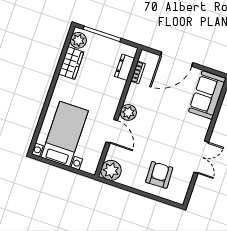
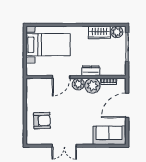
door: (177, 59) -> (127, 105), hinge flipped
dresser: (125, 67) -> (91, 71), moved
plant: (111, 170) -> (92, 86), moved

